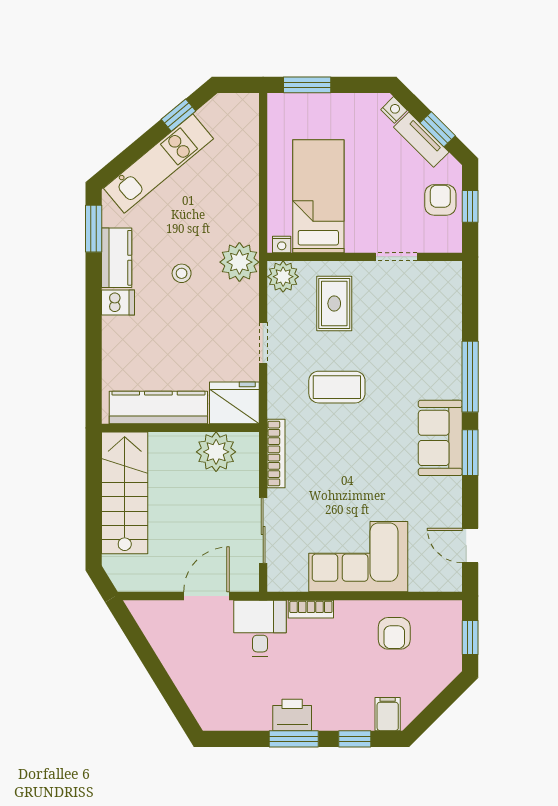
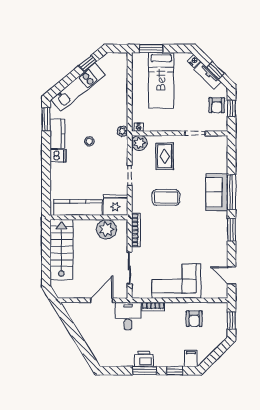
bed: (318, 196) -> (161, 80), moved, turned 180
armchair: (440, 200) -> (217, 105), turned 180
plant: (239, 262) -> (122, 131), width x0.53, depth x0.53
sofa: (440, 438) -> (217, 192), moved

